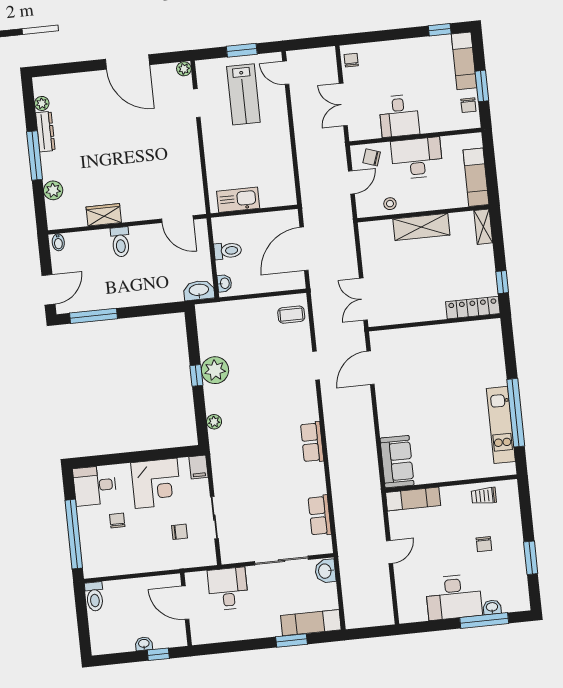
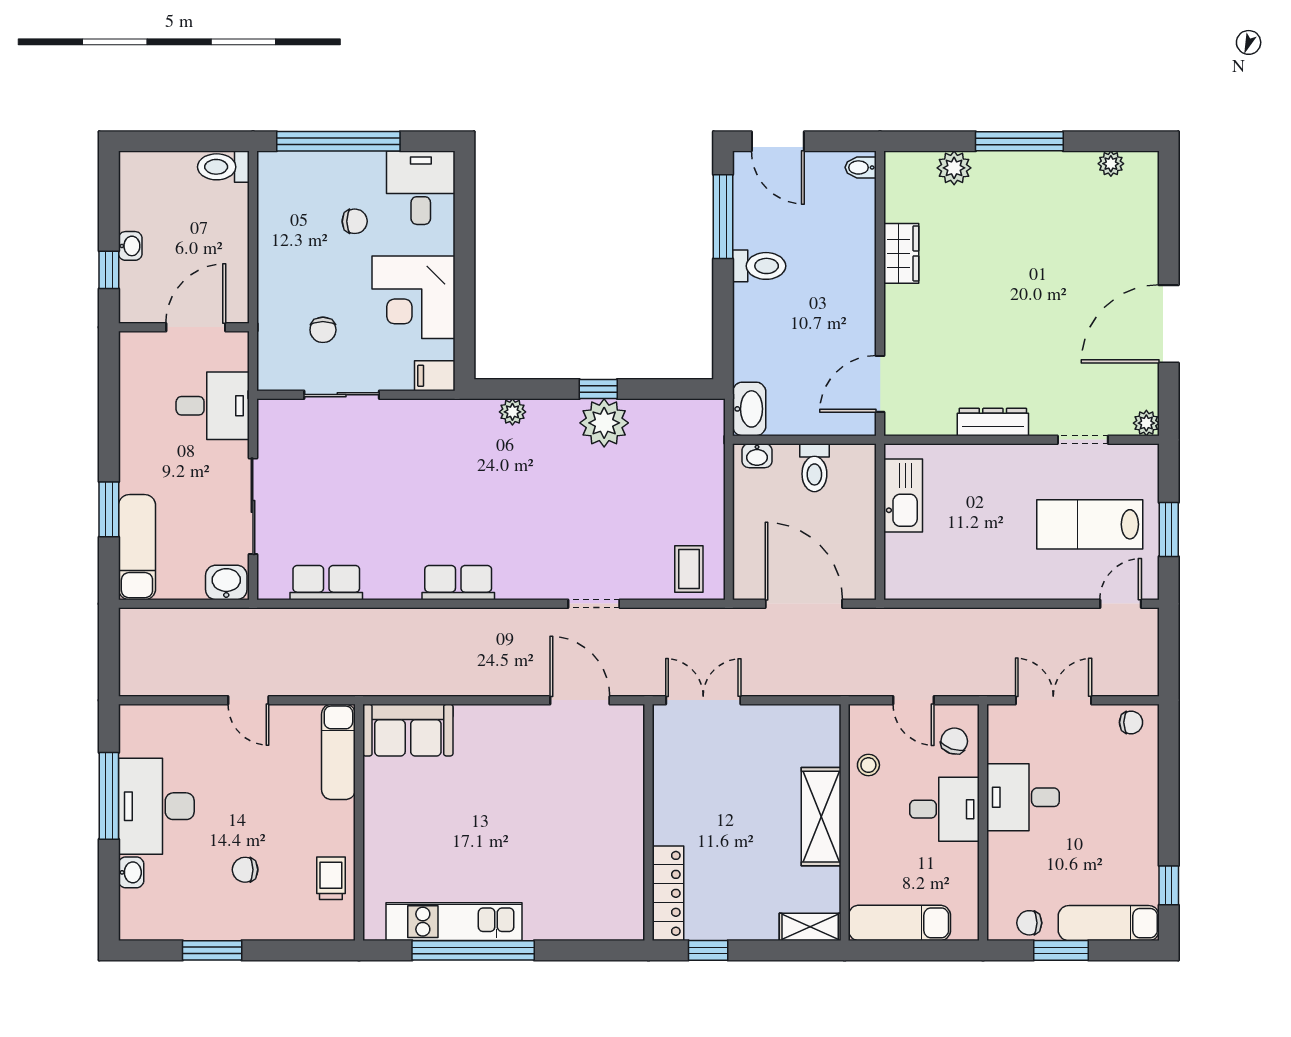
dresser: (45, 132) -> (993, 422), moved, turned 180
desk: (417, 158) -> (944, 809), width x0.73
toilet: (120, 242) -> (759, 266), moved, turned 180
window: (484, 621) -> (109, 796), moved

